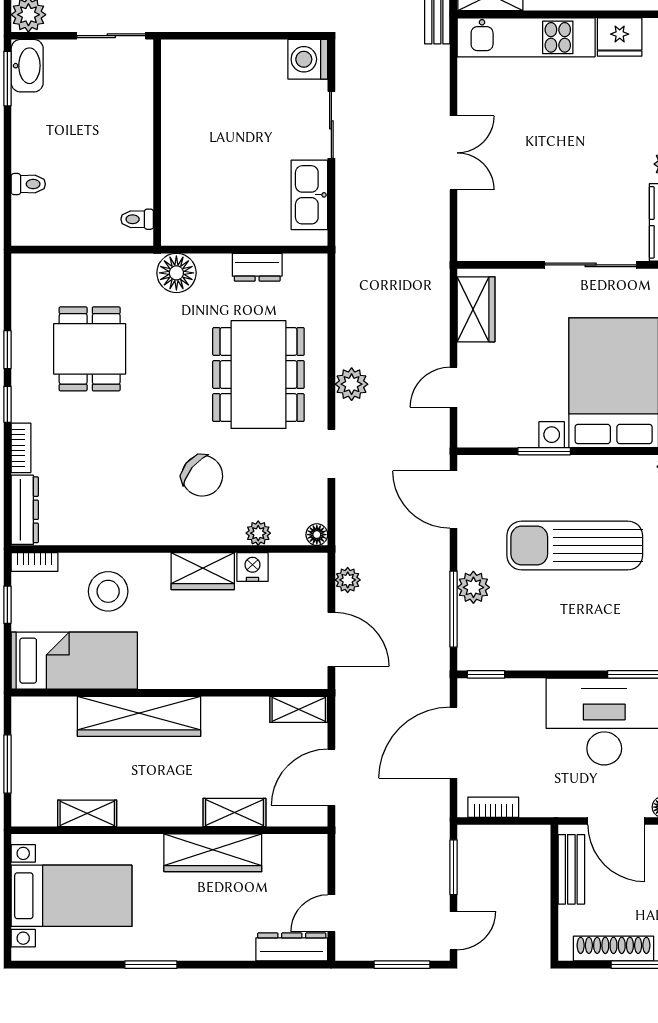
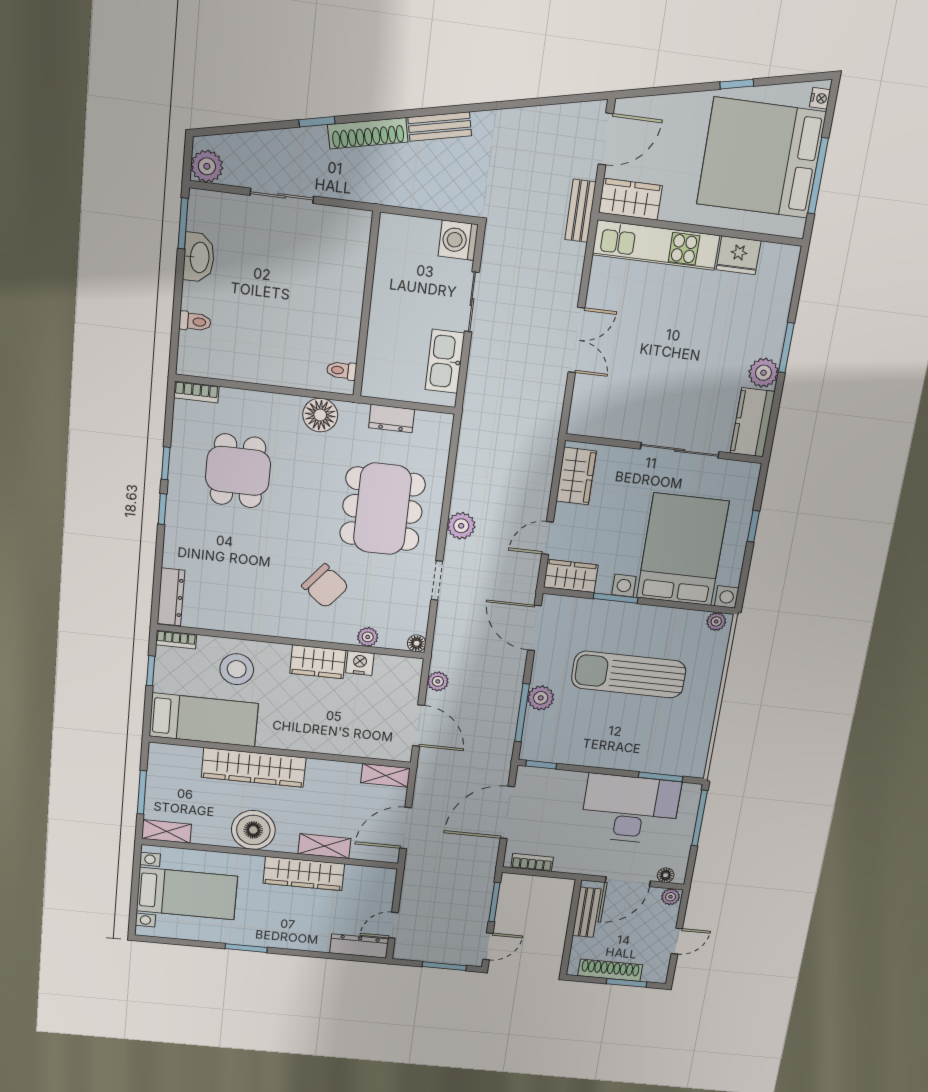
washbasin: (27, 66) -> (199, 257), moved
wall: (157, 143) -> (366, 305), moved
toilet: (137, 219) -> (342, 371), moved
wardrobe: (487, 430) -> (571, 576), added
bookcase: (21, 448) -> (196, 392), moved, turned 90
boiler: (146, 800) -> (253, 830), added
shelving: (87, 813) -> (166, 831), moved
door: (616, 821) -> (628, 882), hinge flipped

